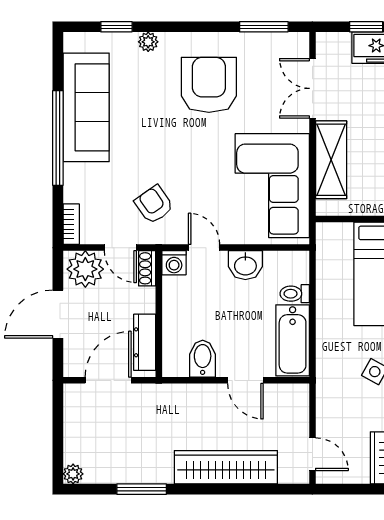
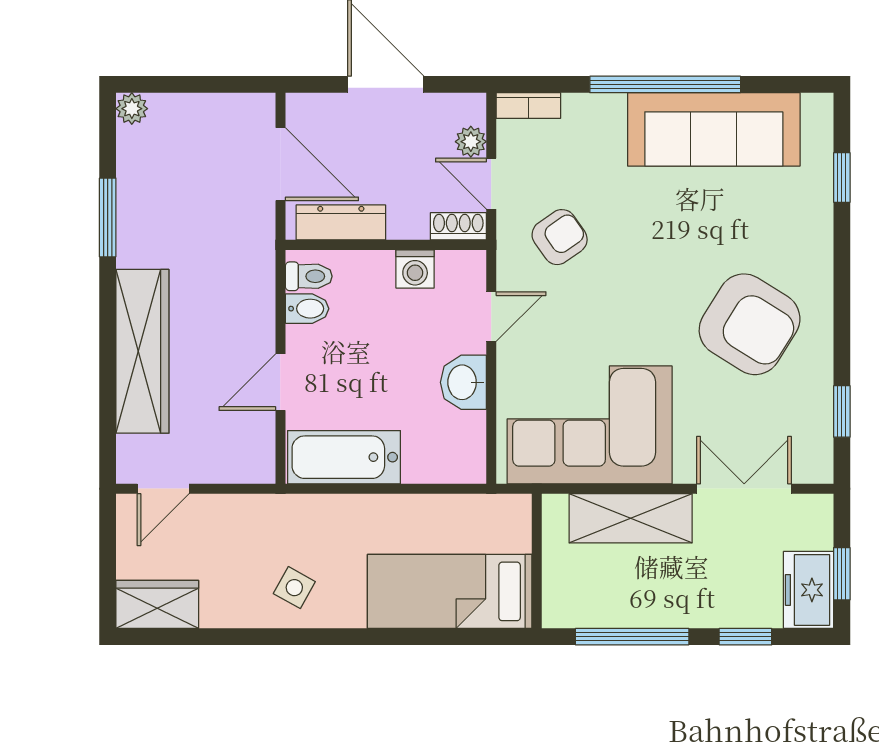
window: (264, 27) -> (842, 411), width x0.67
plant: (148, 42) -> (818, 228), removed
armchair: (209, 85) -> (750, 324), turned 32
door: (120, 248) -> (491, 184), hinge flipped
washing machine: (174, 263) -> (415, 269), moved, turned -90
plant: (85, 269) -> (471, 142), width x0.53, depth x0.53
toilet: (295, 294) -> (309, 276), moved, turned 90
bidet: (203, 359) -> (307, 309), width x0.72, depth x0.74

